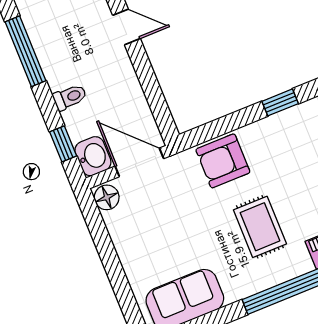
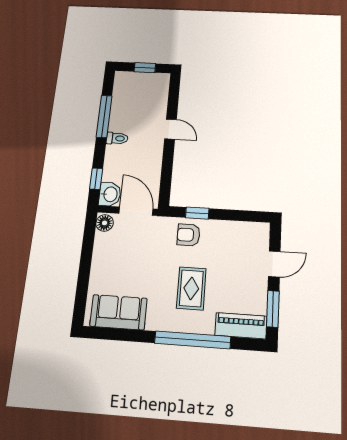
toilet: (70, 97) -> (117, 138), moved
window: (280, 102) -> (197, 213), moved
armchair: (223, 161) -> (188, 235), width x0.72, depth x0.72

